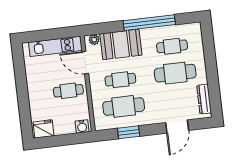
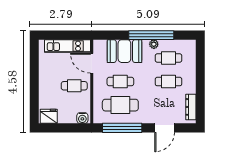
plant: (94, 40) -> (154, 44), moved
cafe table: (175, 73) -> (169, 82), width x0.73, depth x0.74
window: (129, 132) -> (122, 128), width x2.11

